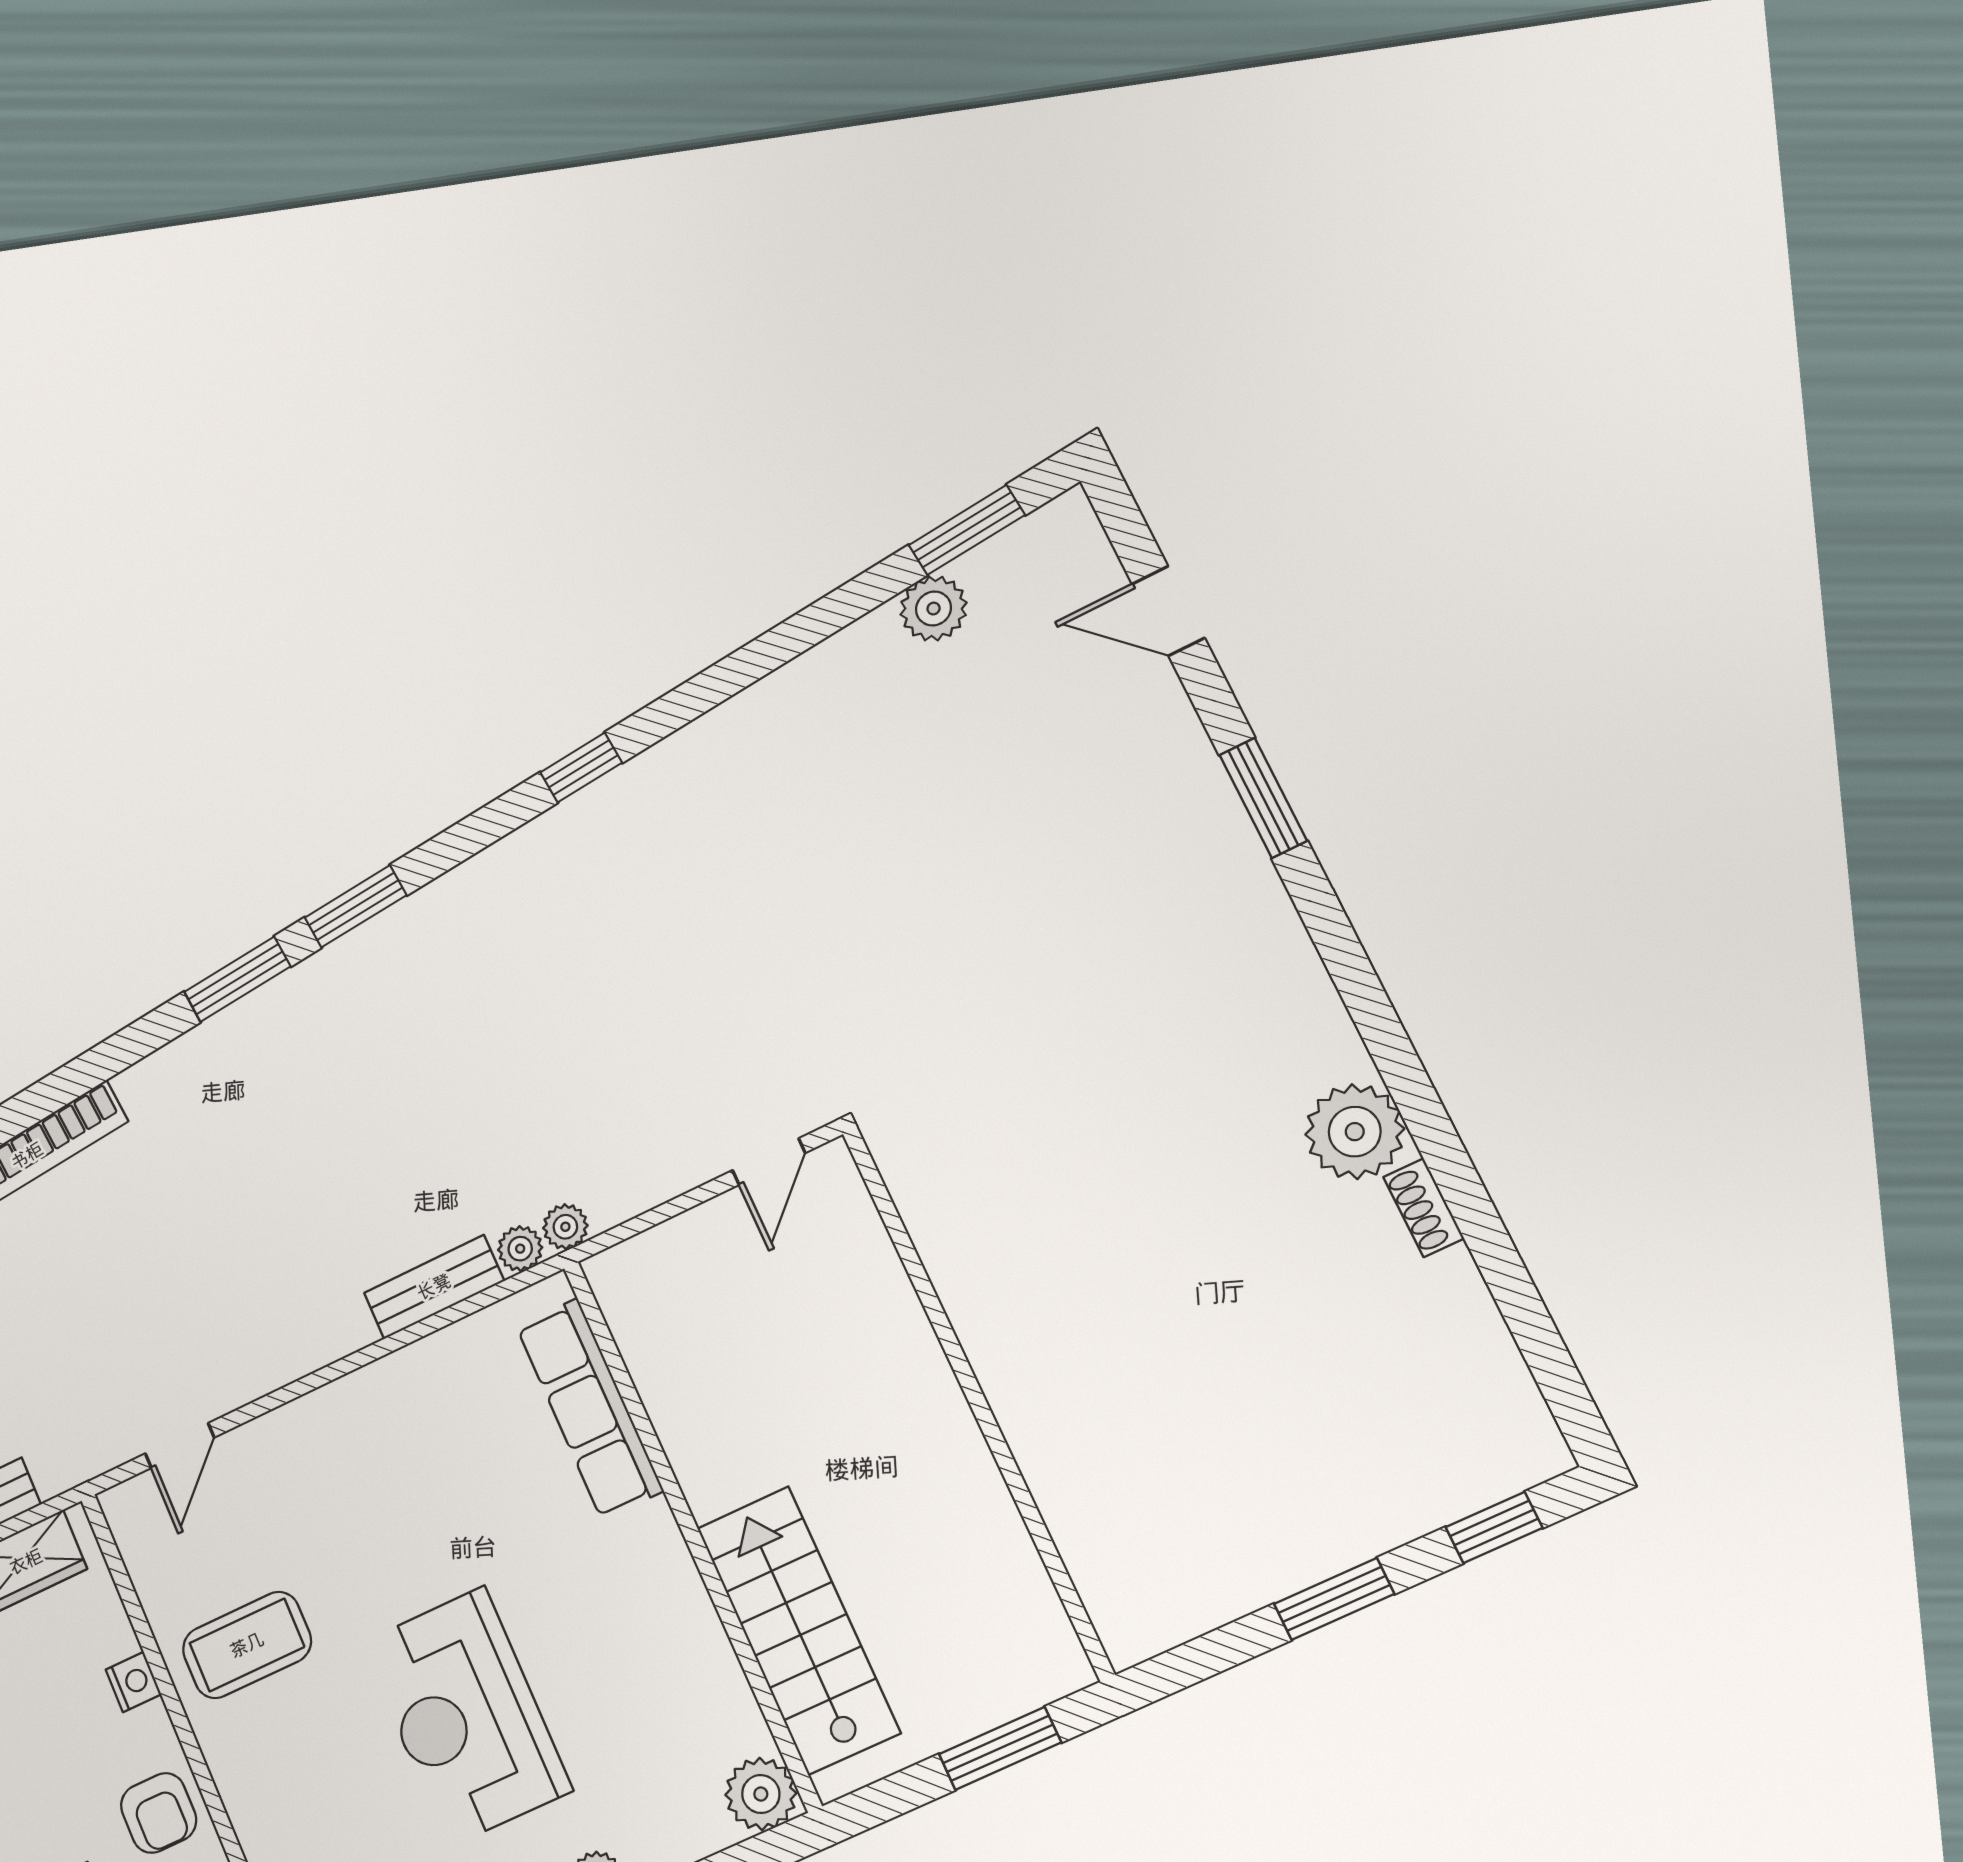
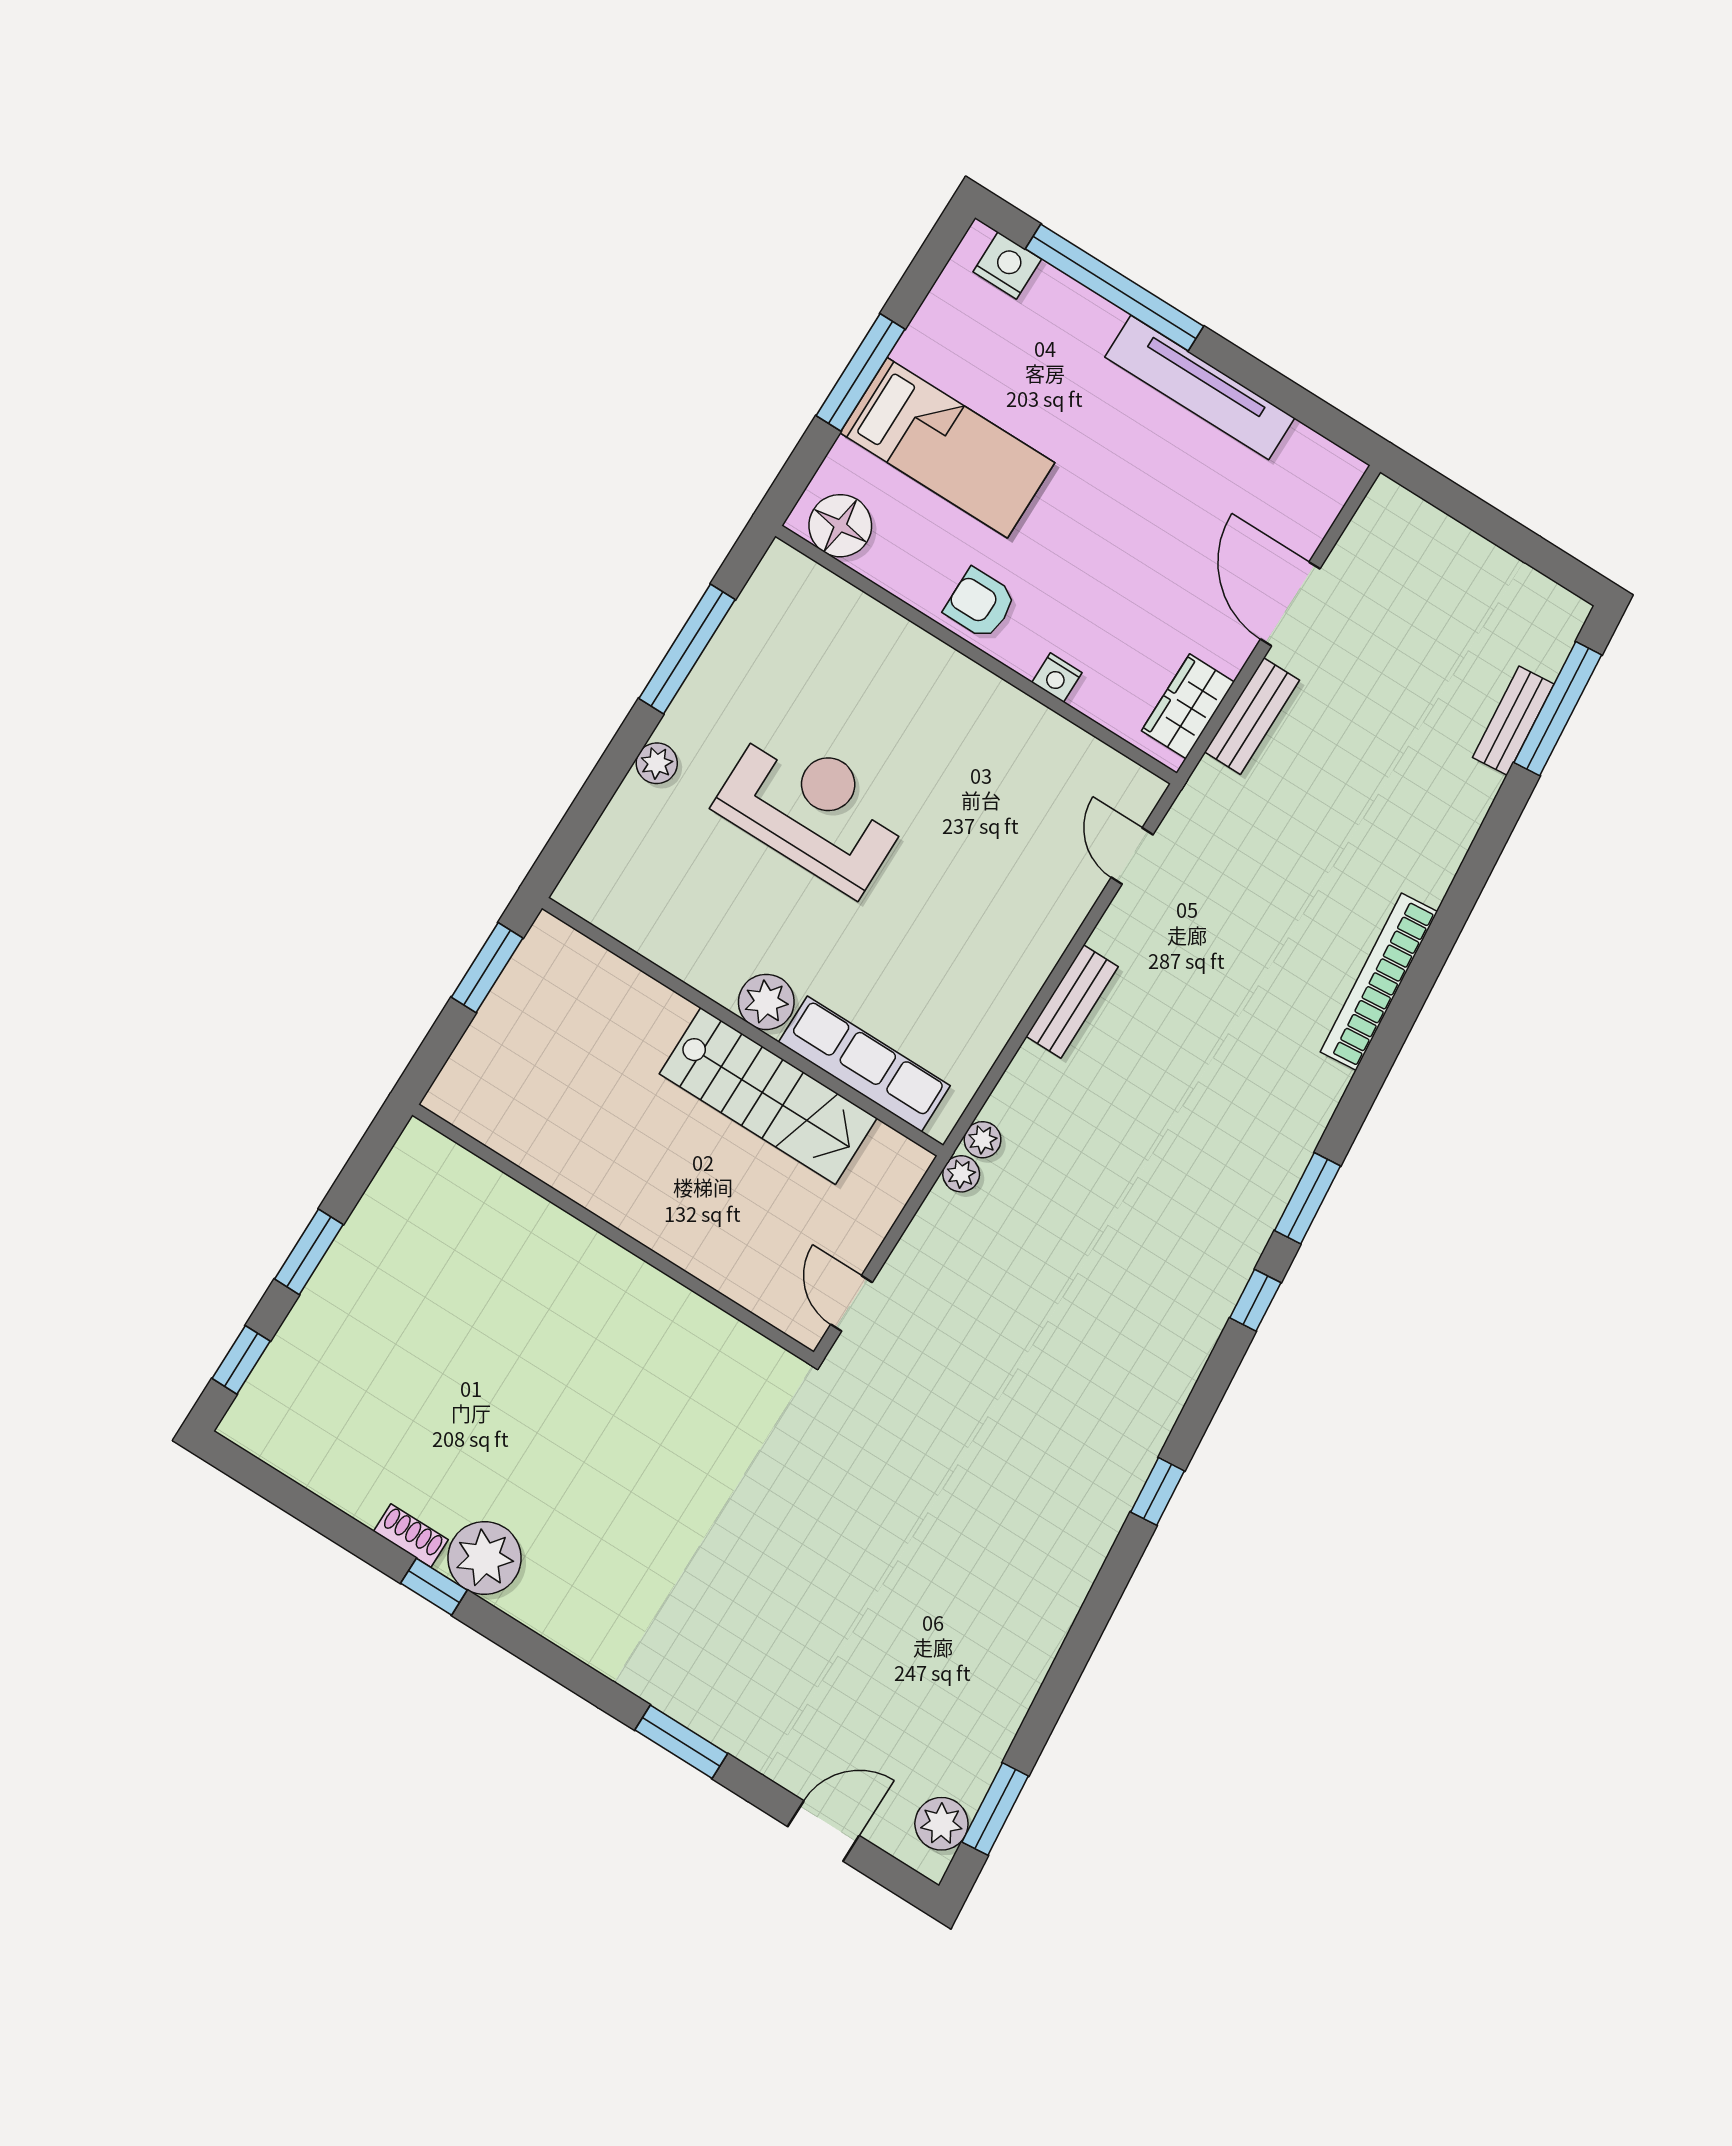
plant: (934, 609) -> (941, 1824), moved
window: (356, 906) -> (1255, 1300), width x0.67
window: (1434, 1135) -> (434, 1587), added
bench: (434, 1287) -> (1072, 1001), moved
stairs: (798, 1630) -> (768, 1096), moved
coffee table: (247, 1645) -> (994, 755), removed
window: (1000, 1748) -> (487, 968), moved
plant: (761, 1794) -> (766, 1002), moved

